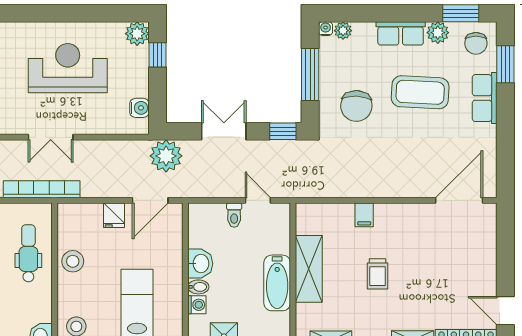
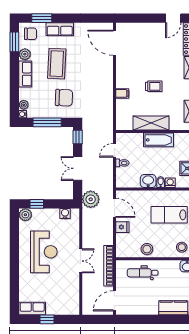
reception desk: (68, 68) -> (44, 252), turned 180

